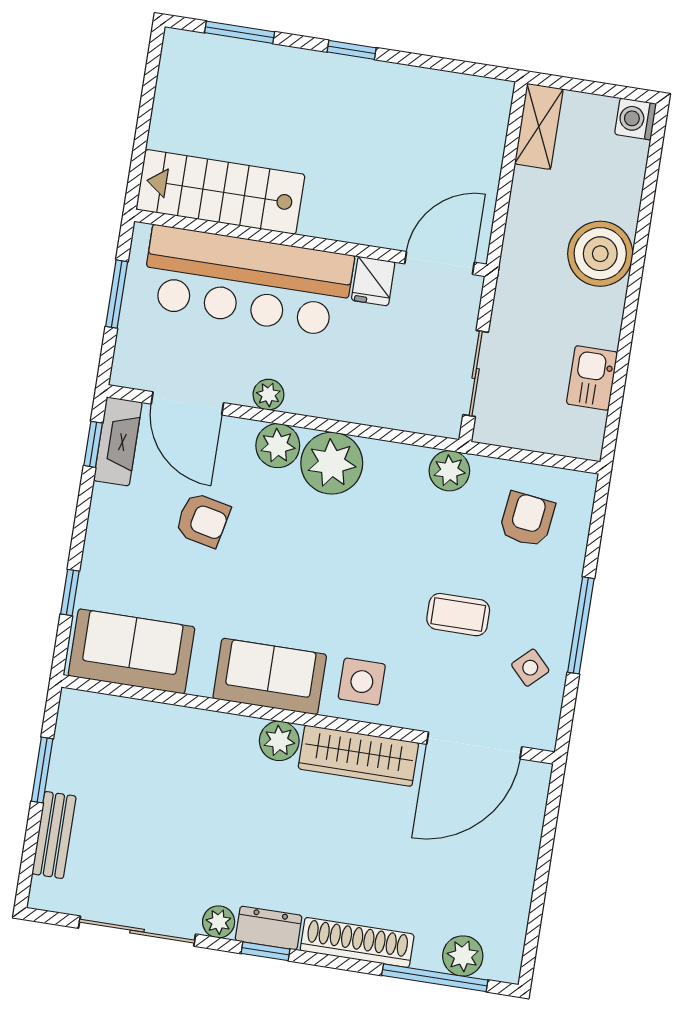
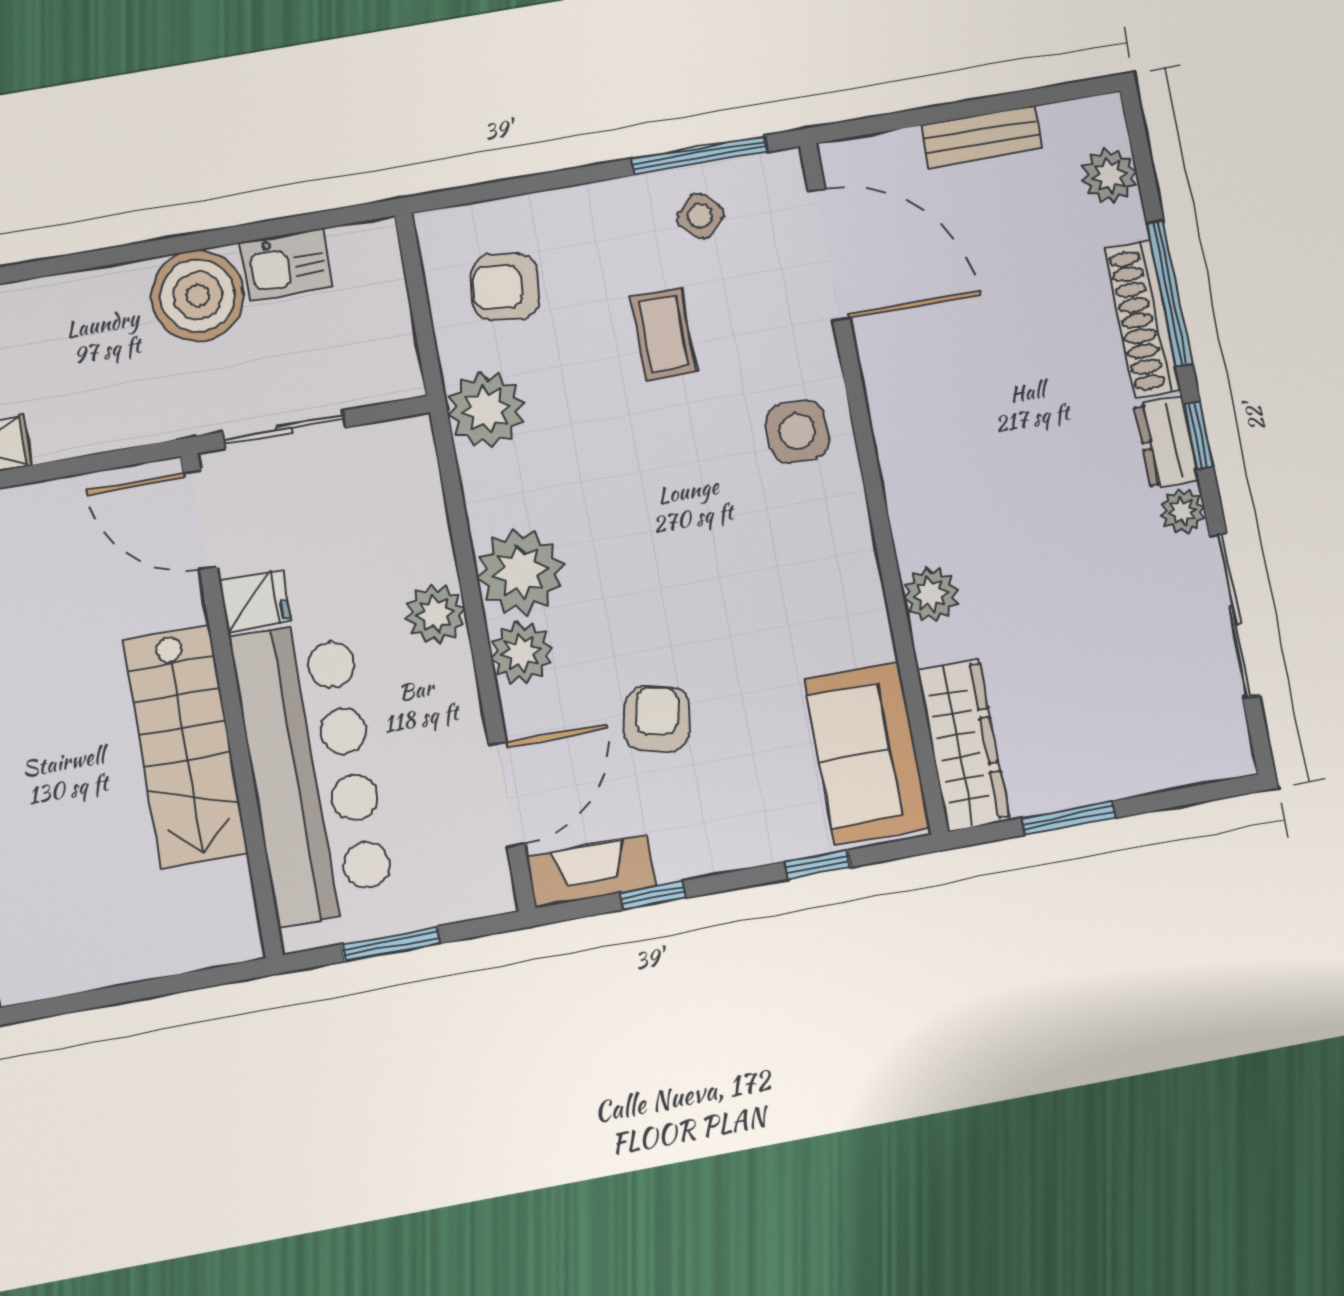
stairs: (220, 192) -> (185, 746), moved
boiler: (600, 254) -> (198, 296), moved
sliding door: (476, 373) -> (284, 430), moved
plant: (268, 395) -> (435, 614), moved, width x1.38, depth x1.38
window: (93, 444) -> (653, 895), moved
plant: (449, 471) -> (486, 409), width x1.36, depth x1.36
window: (581, 625) -> (700, 155), moved
sofa: (270, 676) -> (834, 556), removed
plant: (279, 741) -> (931, 594), moved
wardrobe: (358, 756) -> (963, 745), moved
bench: (54, 835) -> (982, 137), moved
window: (435, 978) -> (1170, 294), moved

